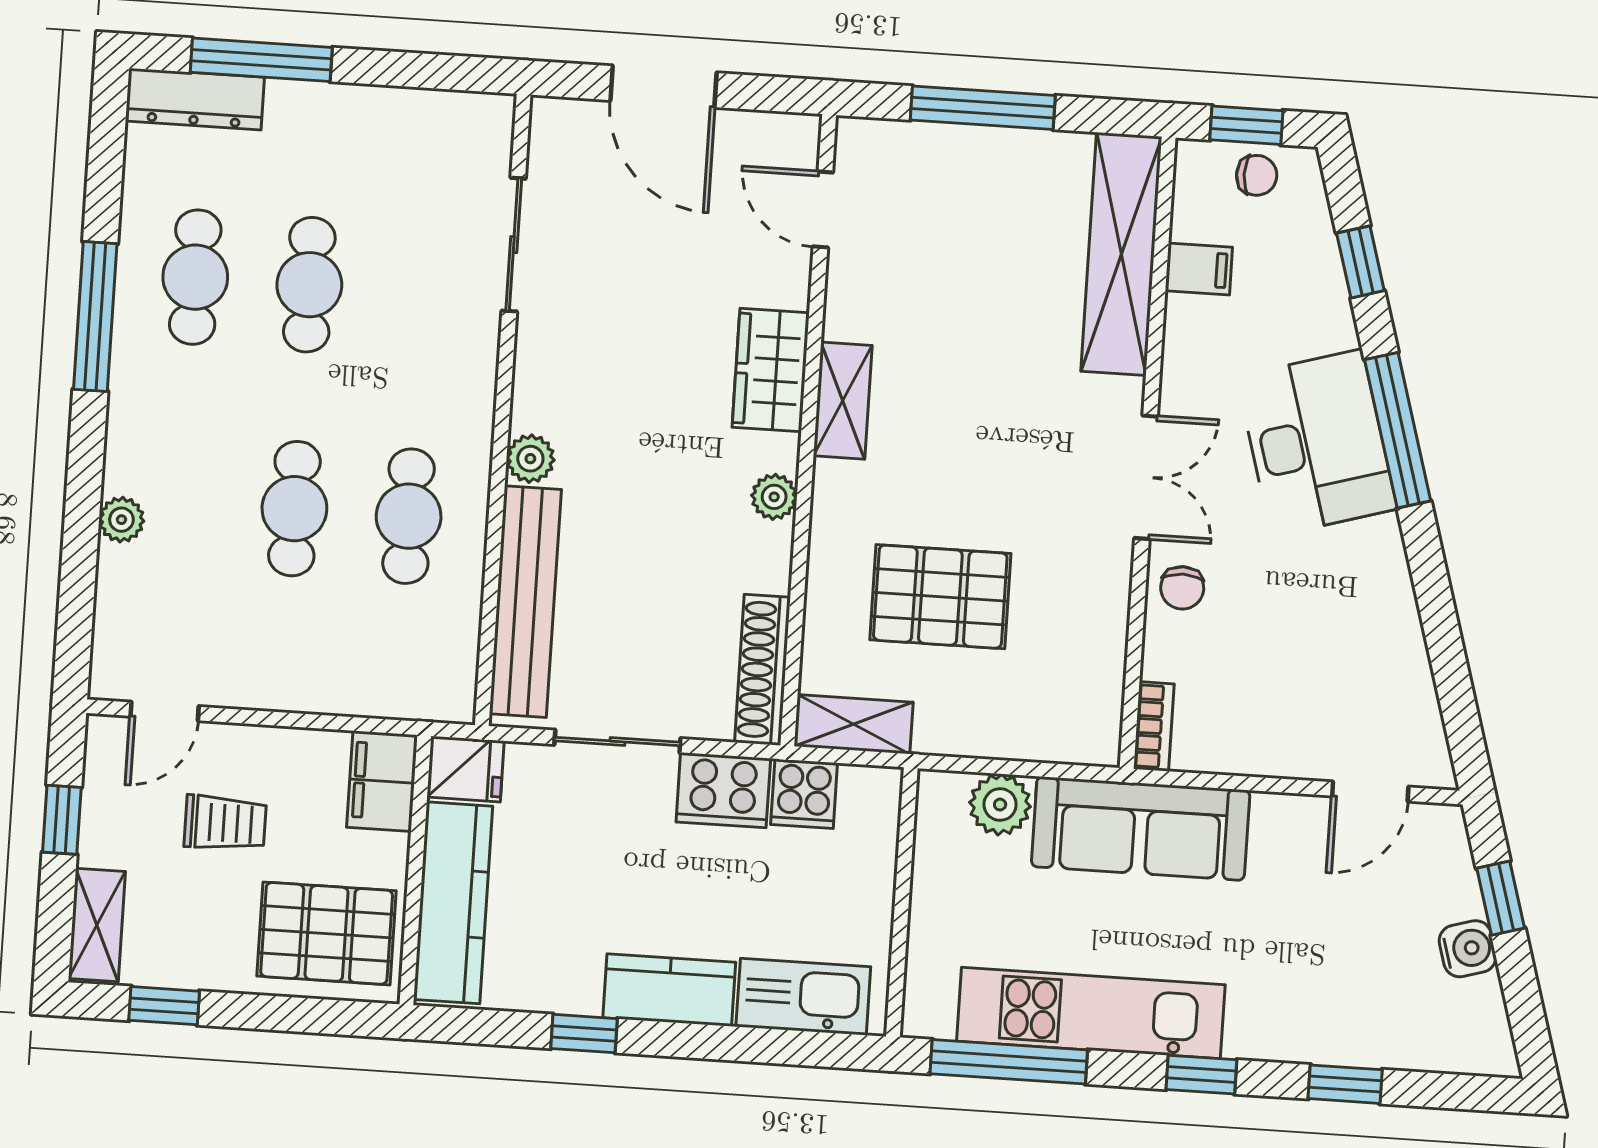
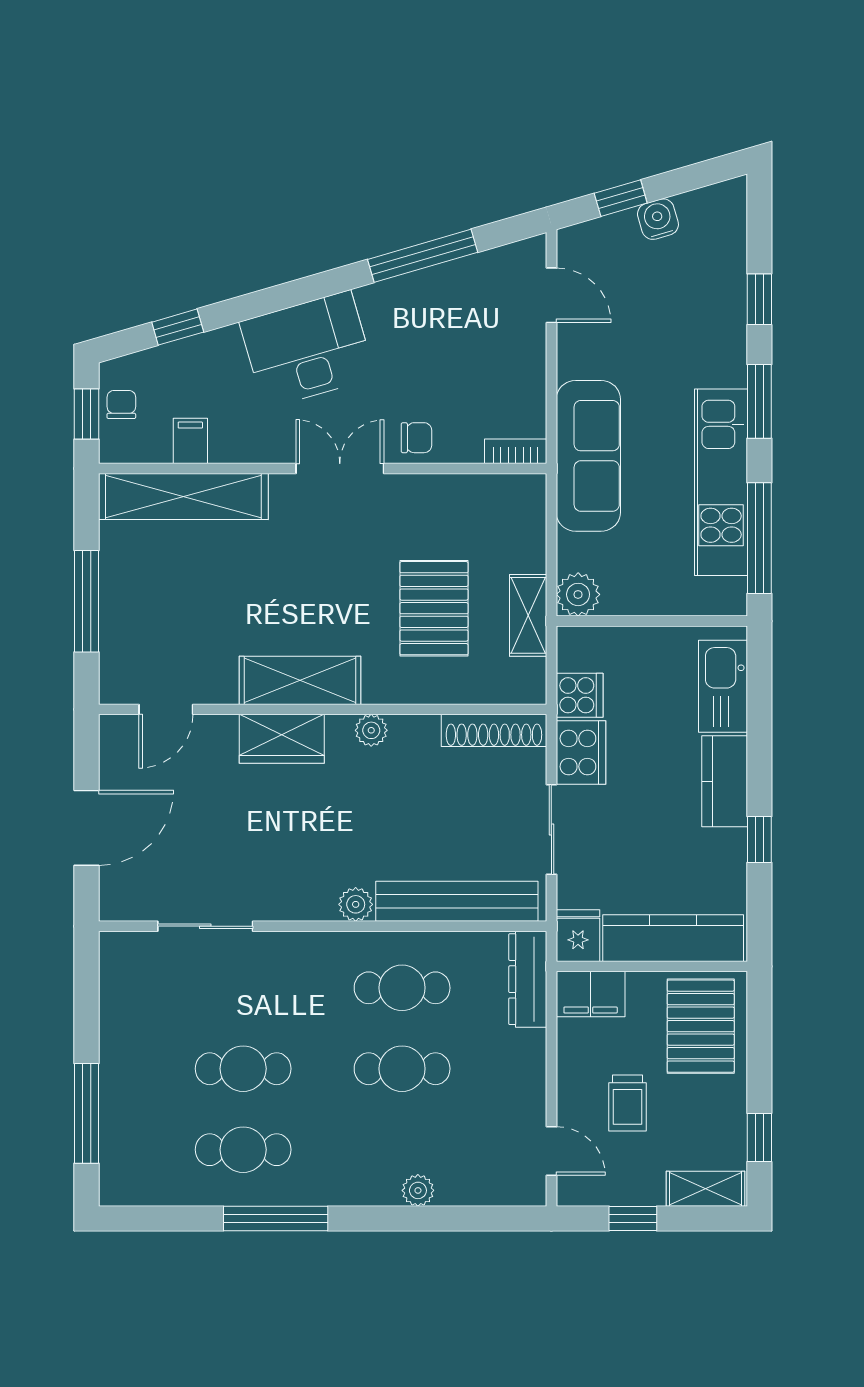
dresser: (195, 99) -> (528, 979), moved, turned 180
shelving: (843, 401) -> (300, 680), width x1.50, depth x1.33
window: (1398, 430) -> (423, 256), moved
shelving: (854, 724) -> (528, 615), moved
plant: (1000, 805) -> (578, 594), moved
trolley: (225, 823) -> (627, 1103), turned 180
window: (1201, 1075) -> (759, 401), width x1.50

